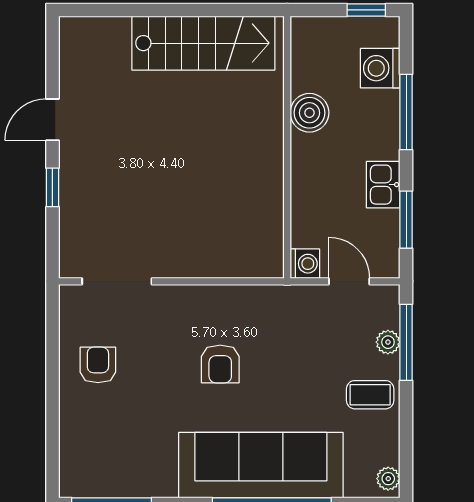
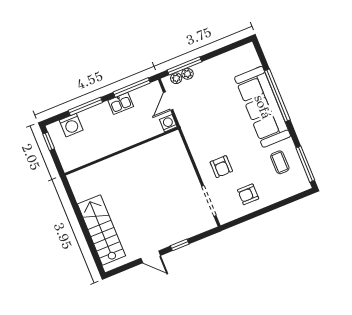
stairs: (203, 43) -> (101, 230), moved
boiler: (309, 113) -> (103, 148), removed
window: (406, 220) -> (132, 87), width x1.44
armchair: (220, 364) -> (221, 167), moved, turned 90
coffee table: (370, 395) -> (280, 162), moved
plant: (388, 479) -> (176, 78), moved

